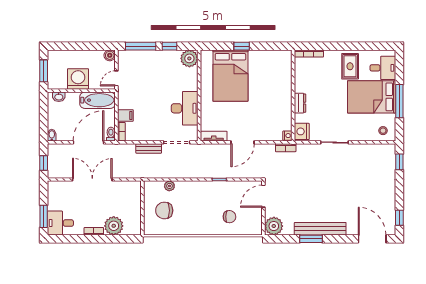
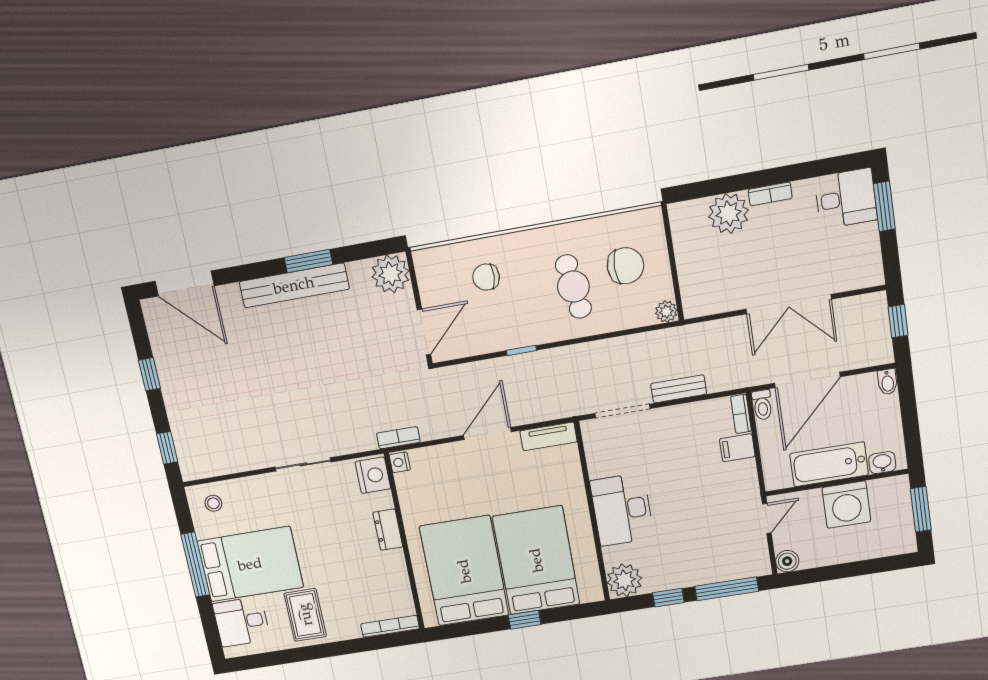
bed: (267, 76) -> (464, 571), added
bathtub: (98, 100) -> (829, 464), moved
desk: (185, 108) -> (622, 510), moved
plant: (169, 186) -> (666, 312), moved
cafe table: (190, 205) -> (573, 287), added
window: (399, 218) -> (149, 374), moved

